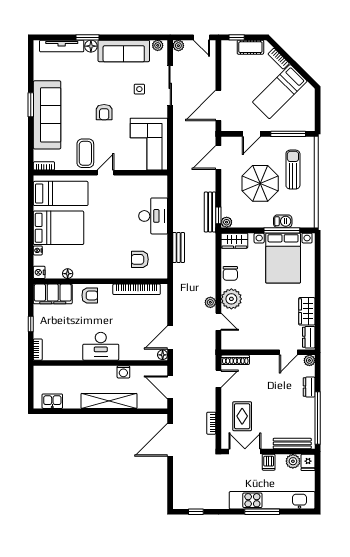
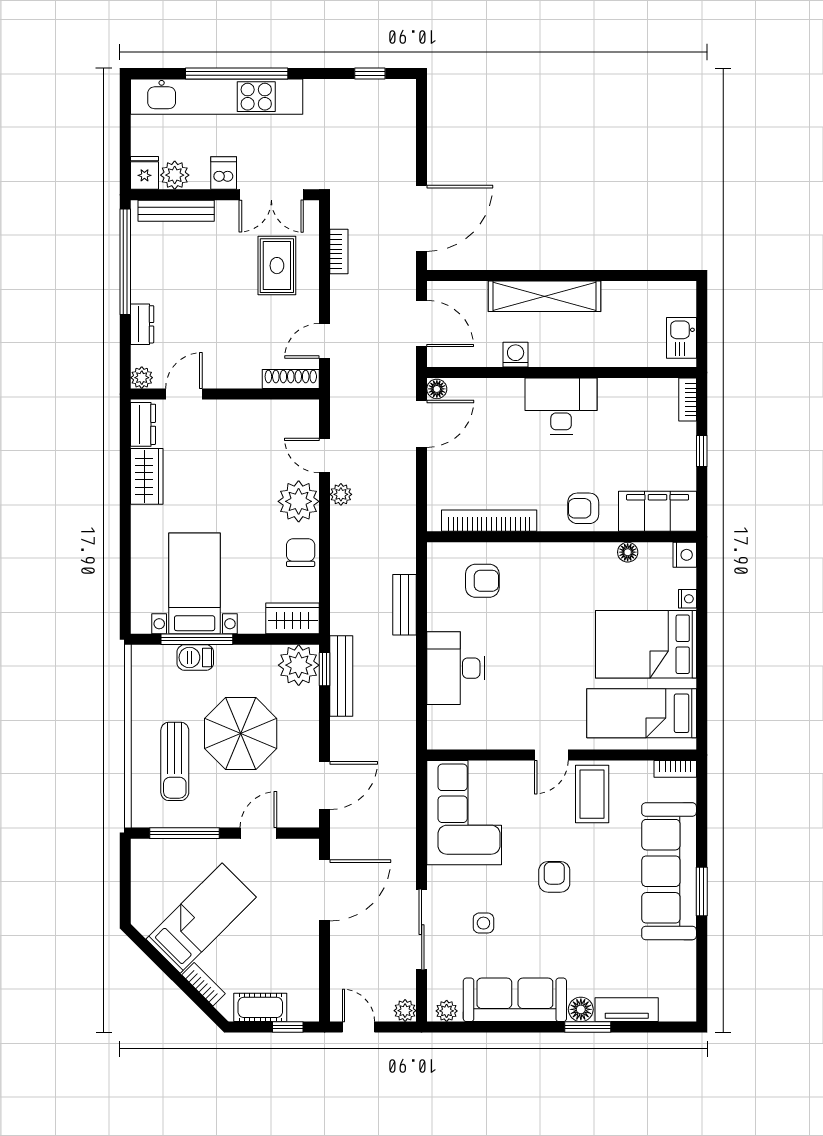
tv unit: (62, 46) -> (627, 1010), width x0.71
plant: (227, 222) -> (299, 665), width x1.88, depth x1.88
bed with nightstands: (283, 258) -> (195, 583), width x0.73
kitchen sink: (52, 401) -> (681, 338), moved, turned 90
window: (262, 512) -> (237, 74), width x1.46

